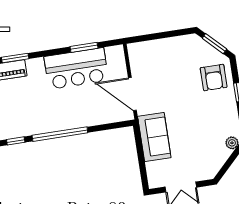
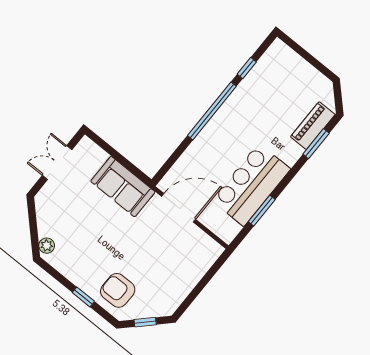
window: (214, 44) -> (145, 322), width x0.67

